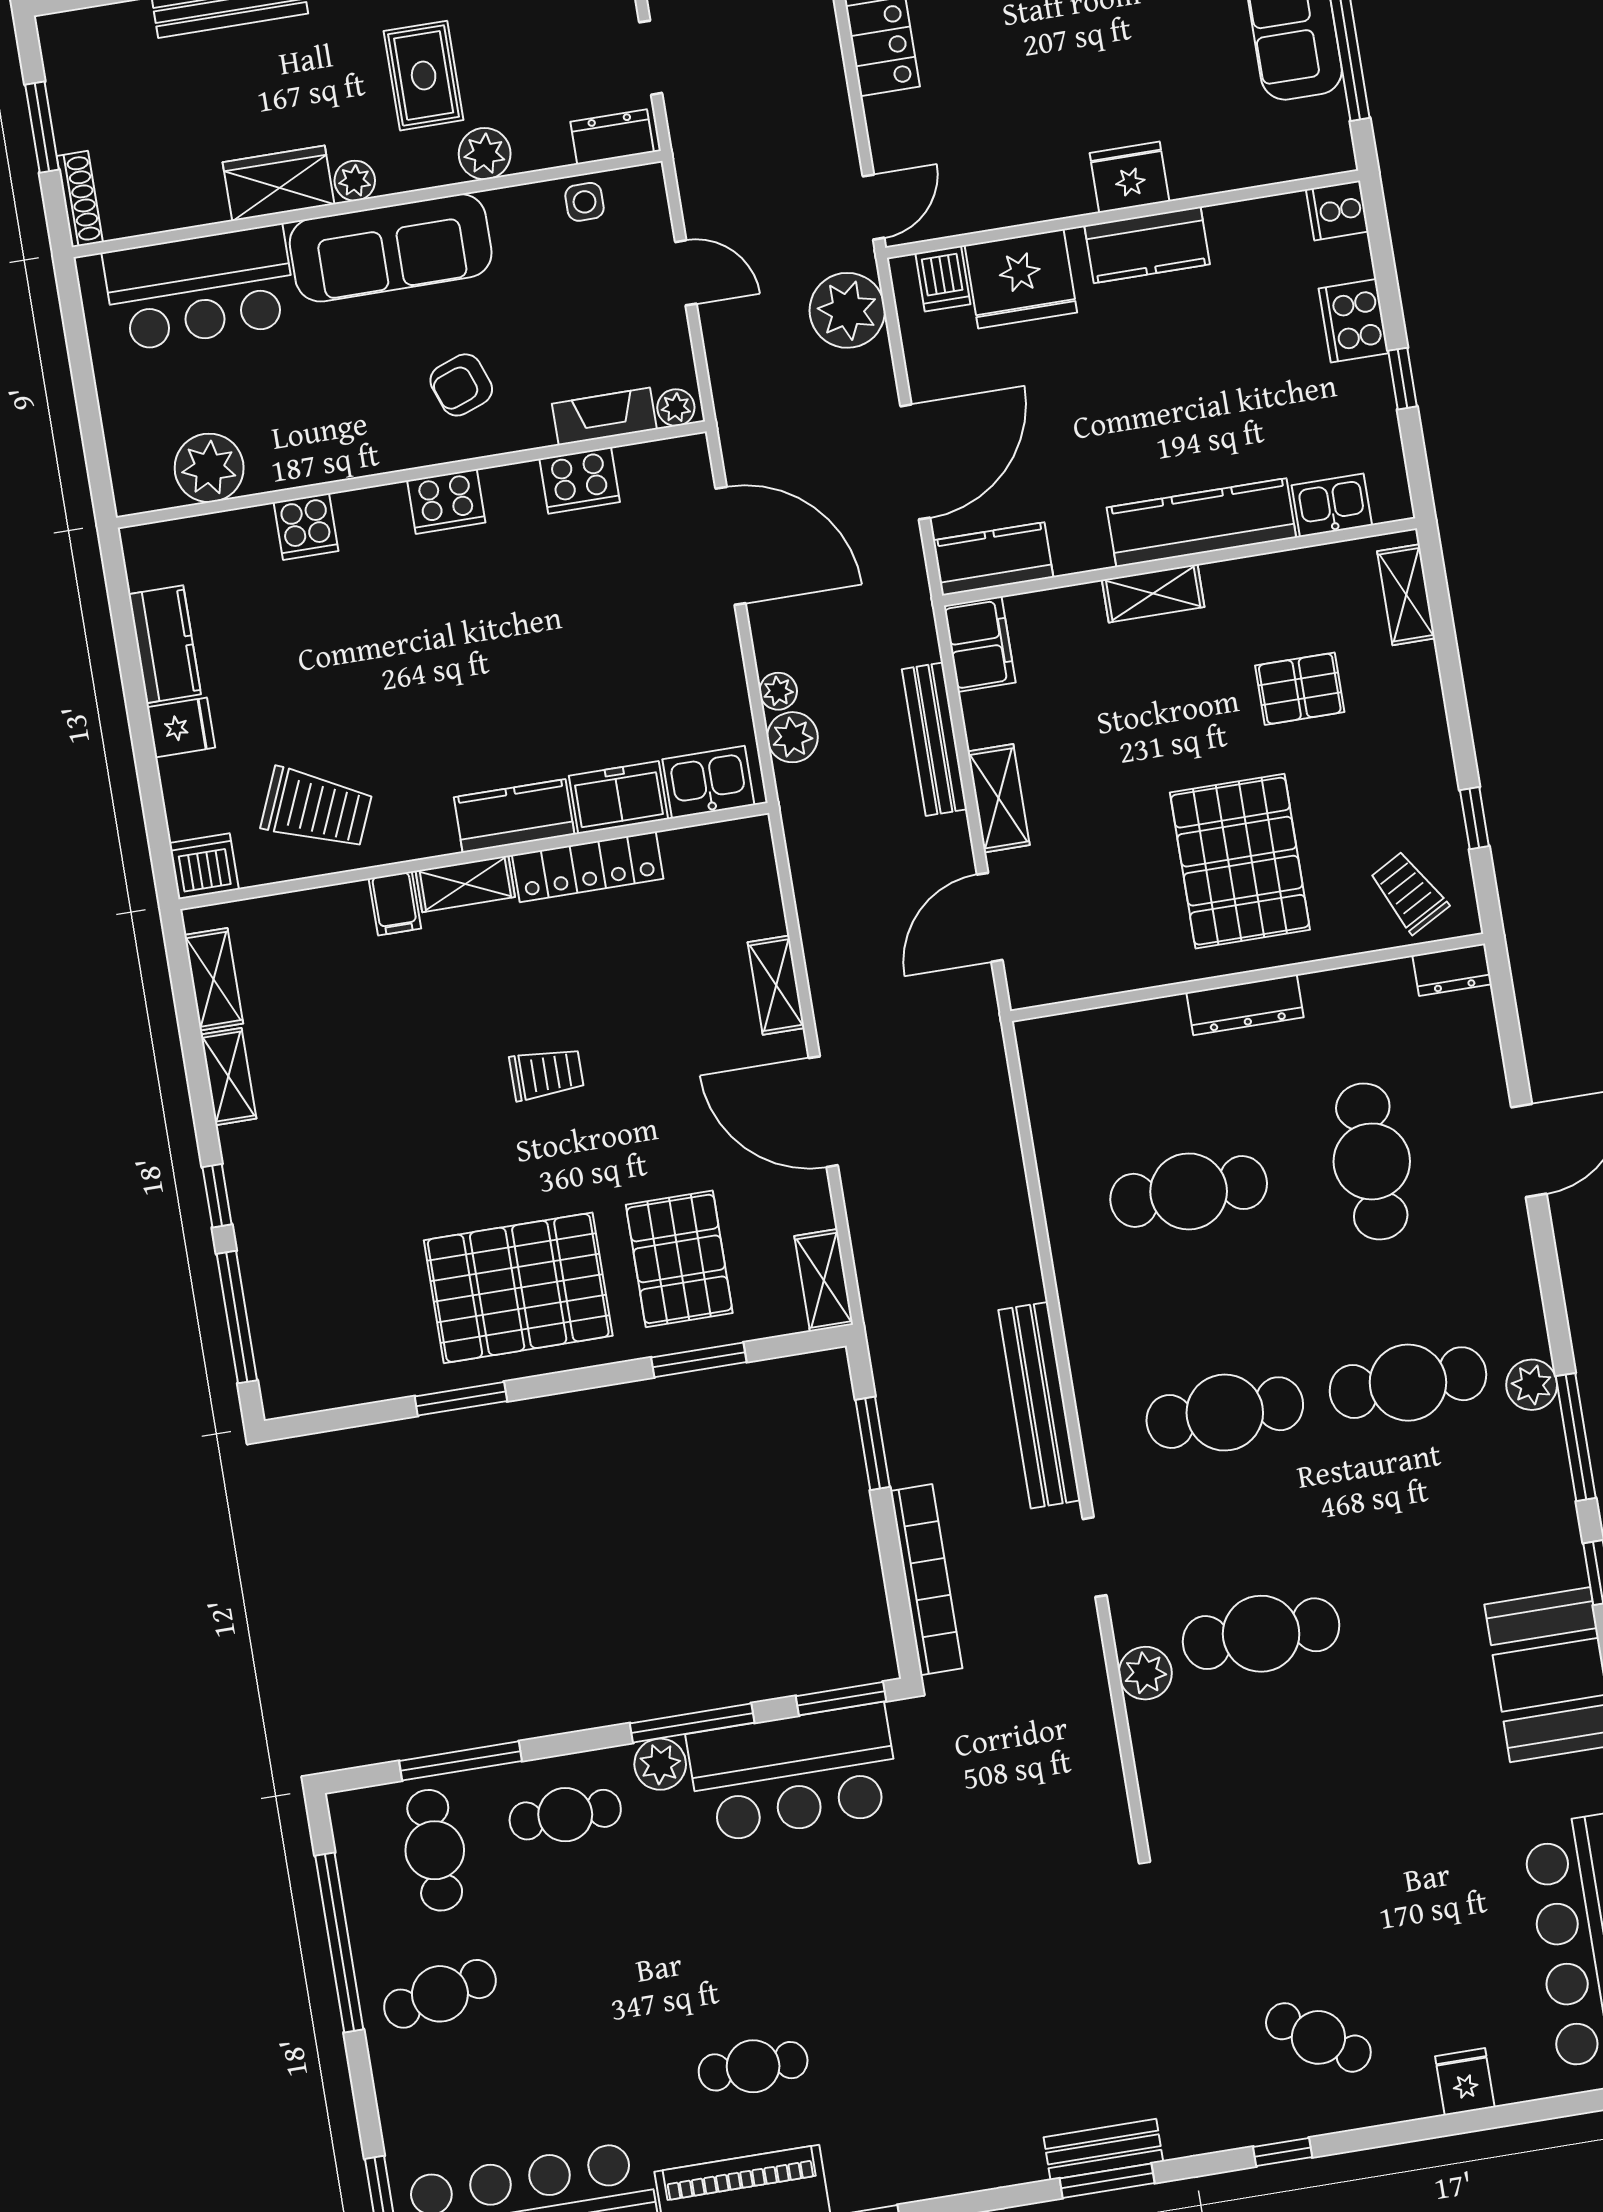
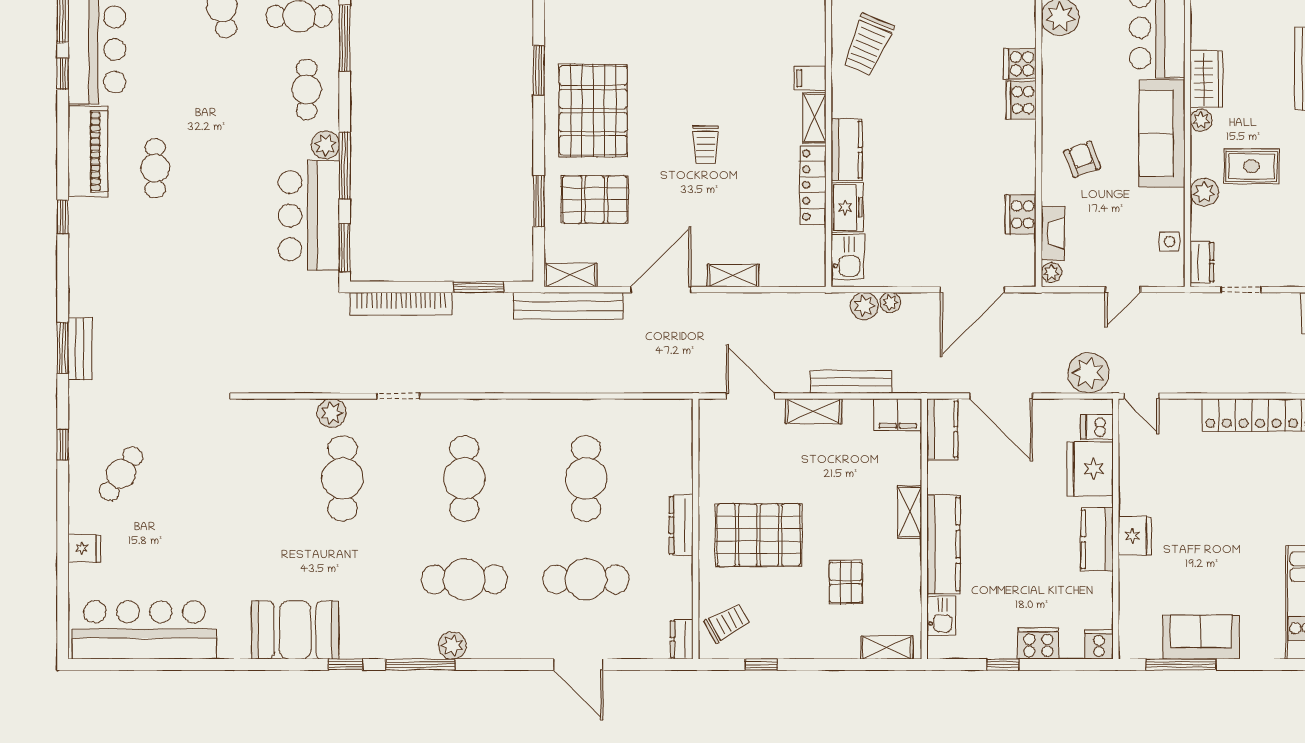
cooker: (446, 501) -> (1021, 100), moved
cafe table: (1408, 1383) -> (464, 579), turned 90
bench: (1039, 1405) -> (568, 306), moved

